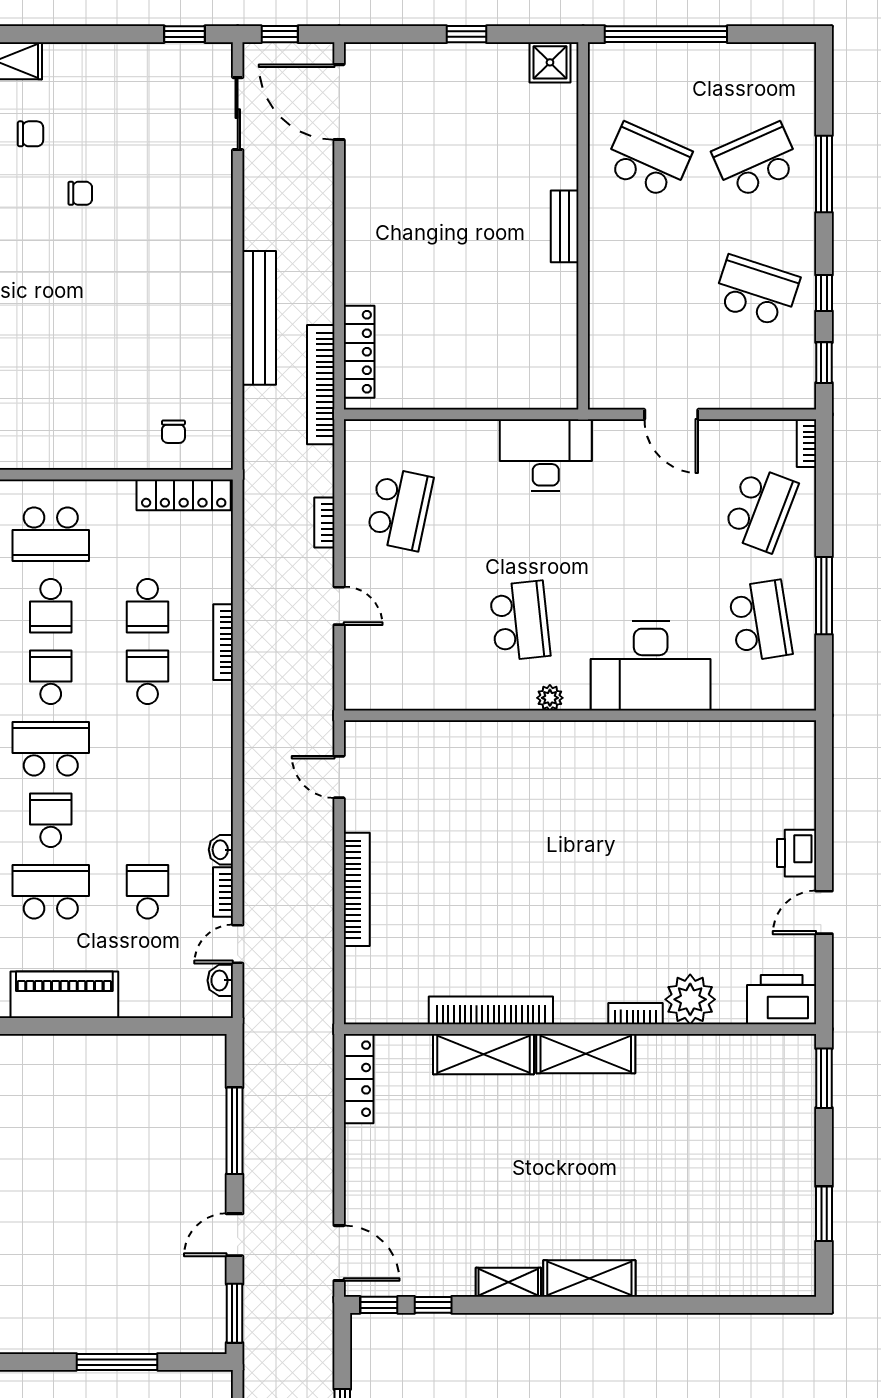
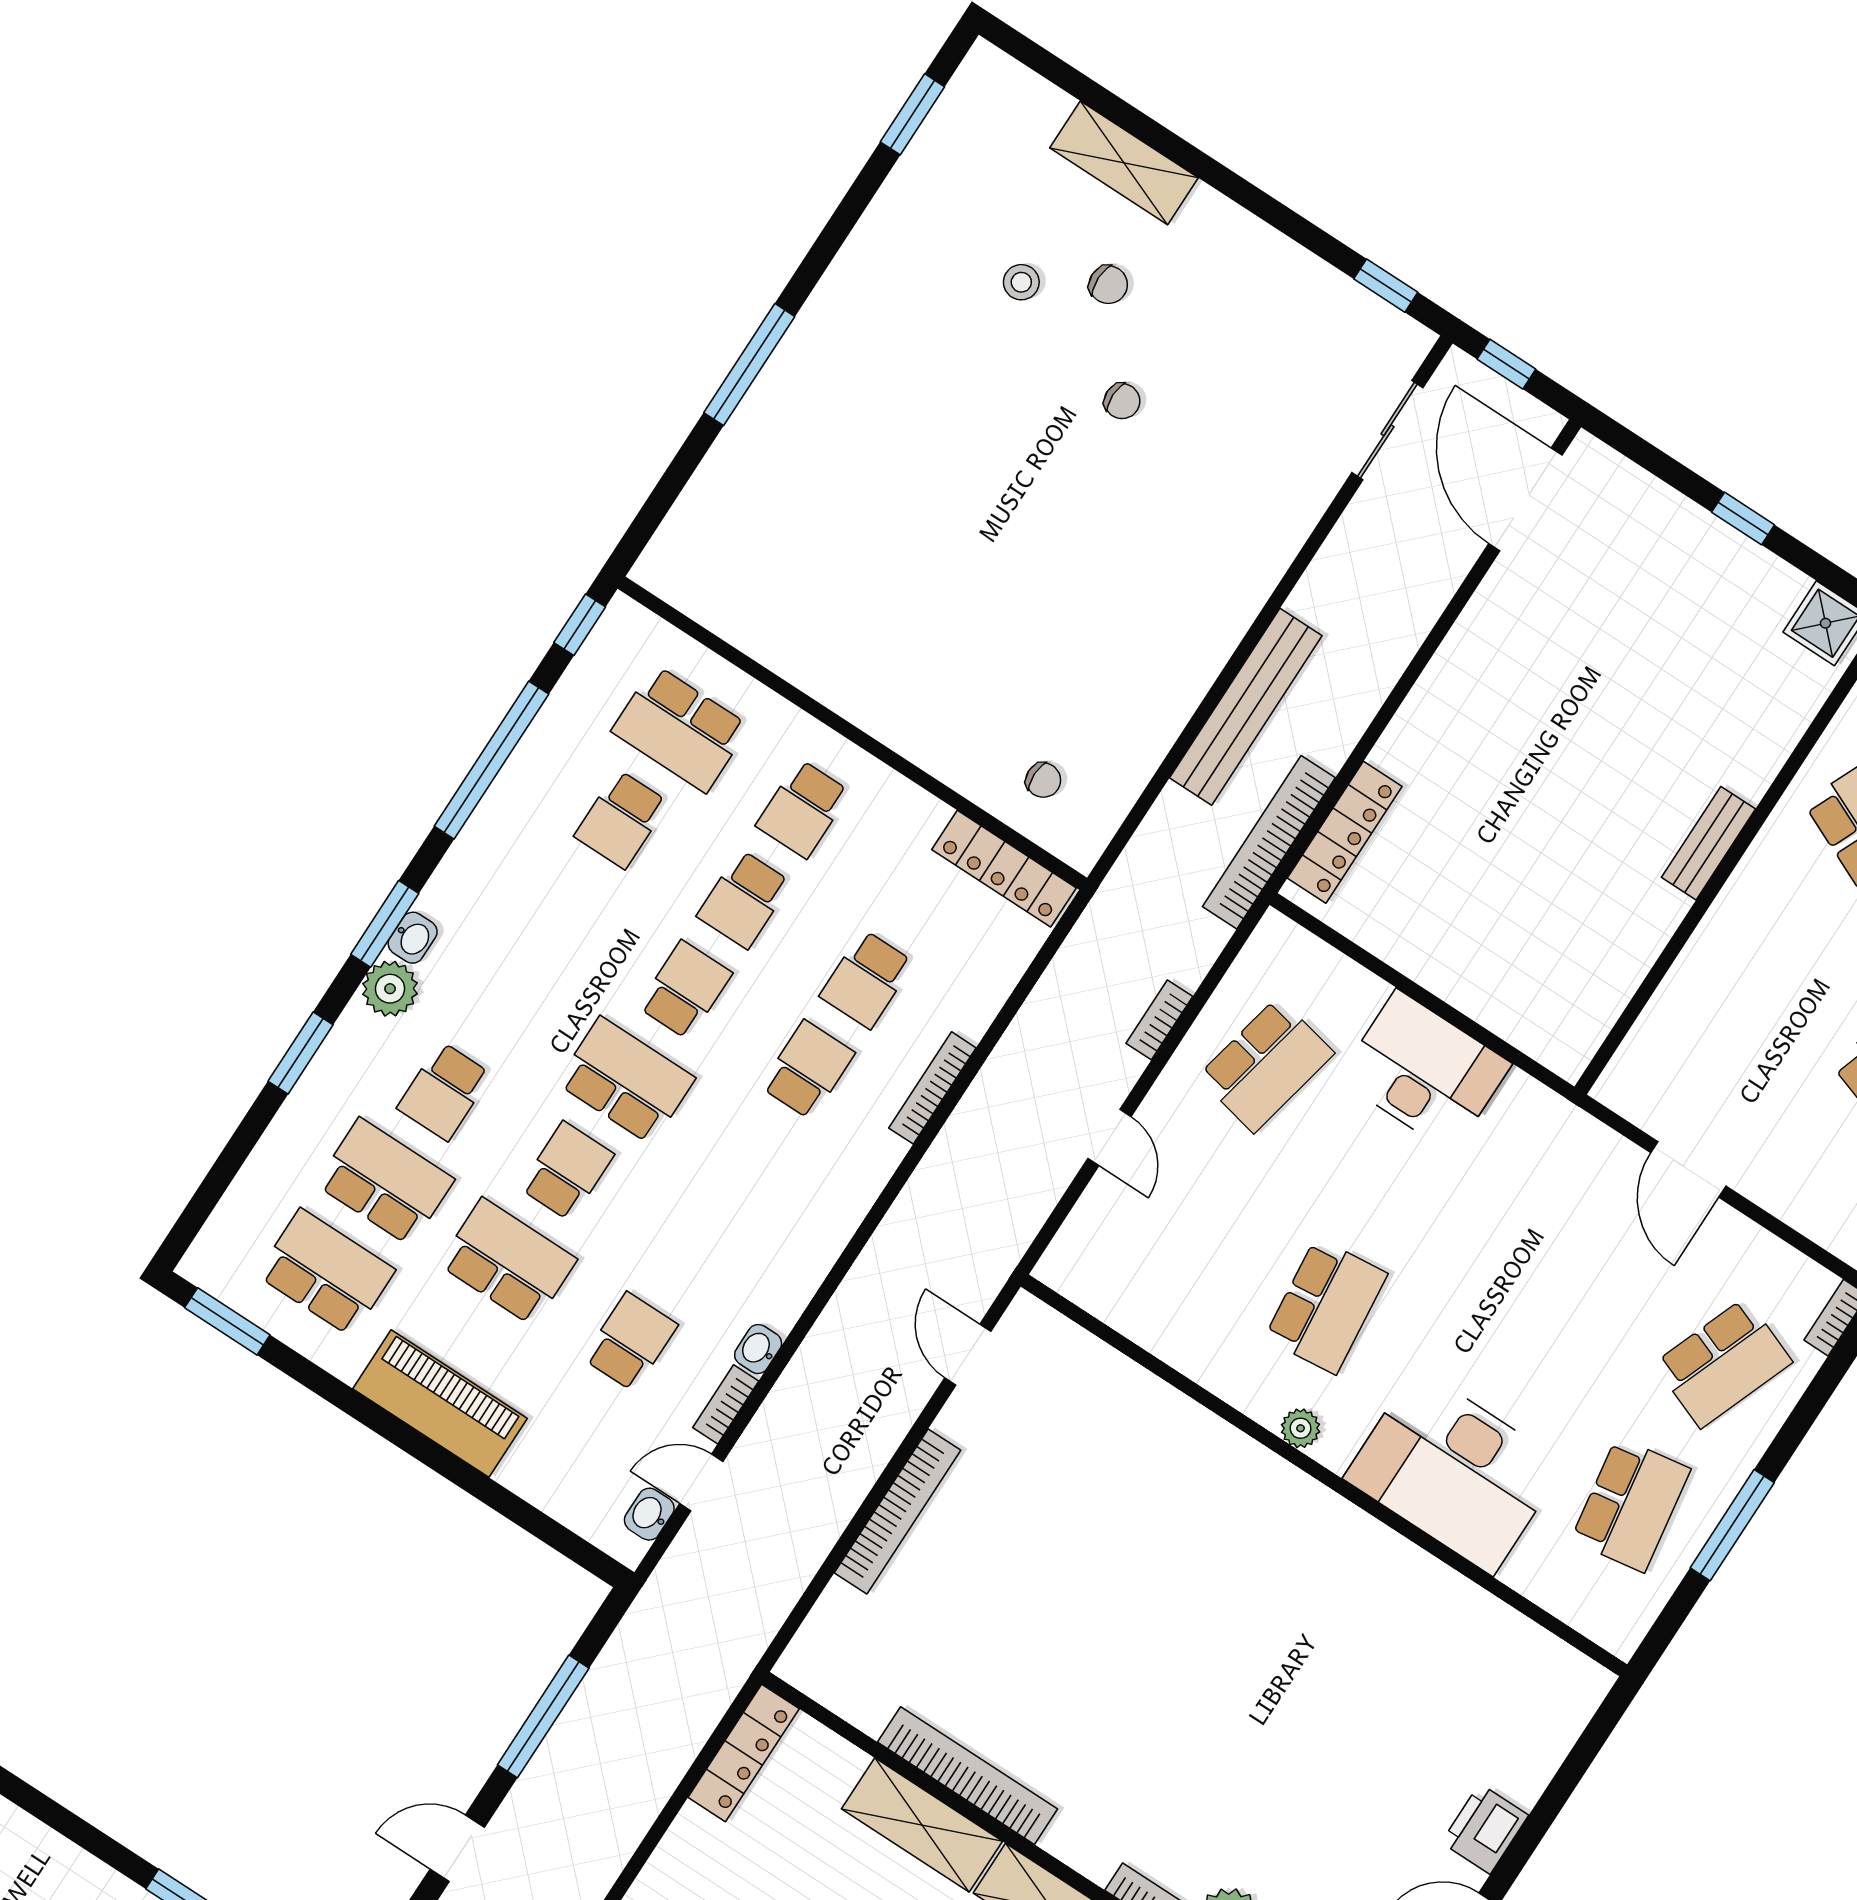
chair: (173, 432) -> (1043, 780), turned -90
desk: (546, 455) -> (1425, 1071), moved
school desk: (51, 534) -> (803, 809), width x0.54

